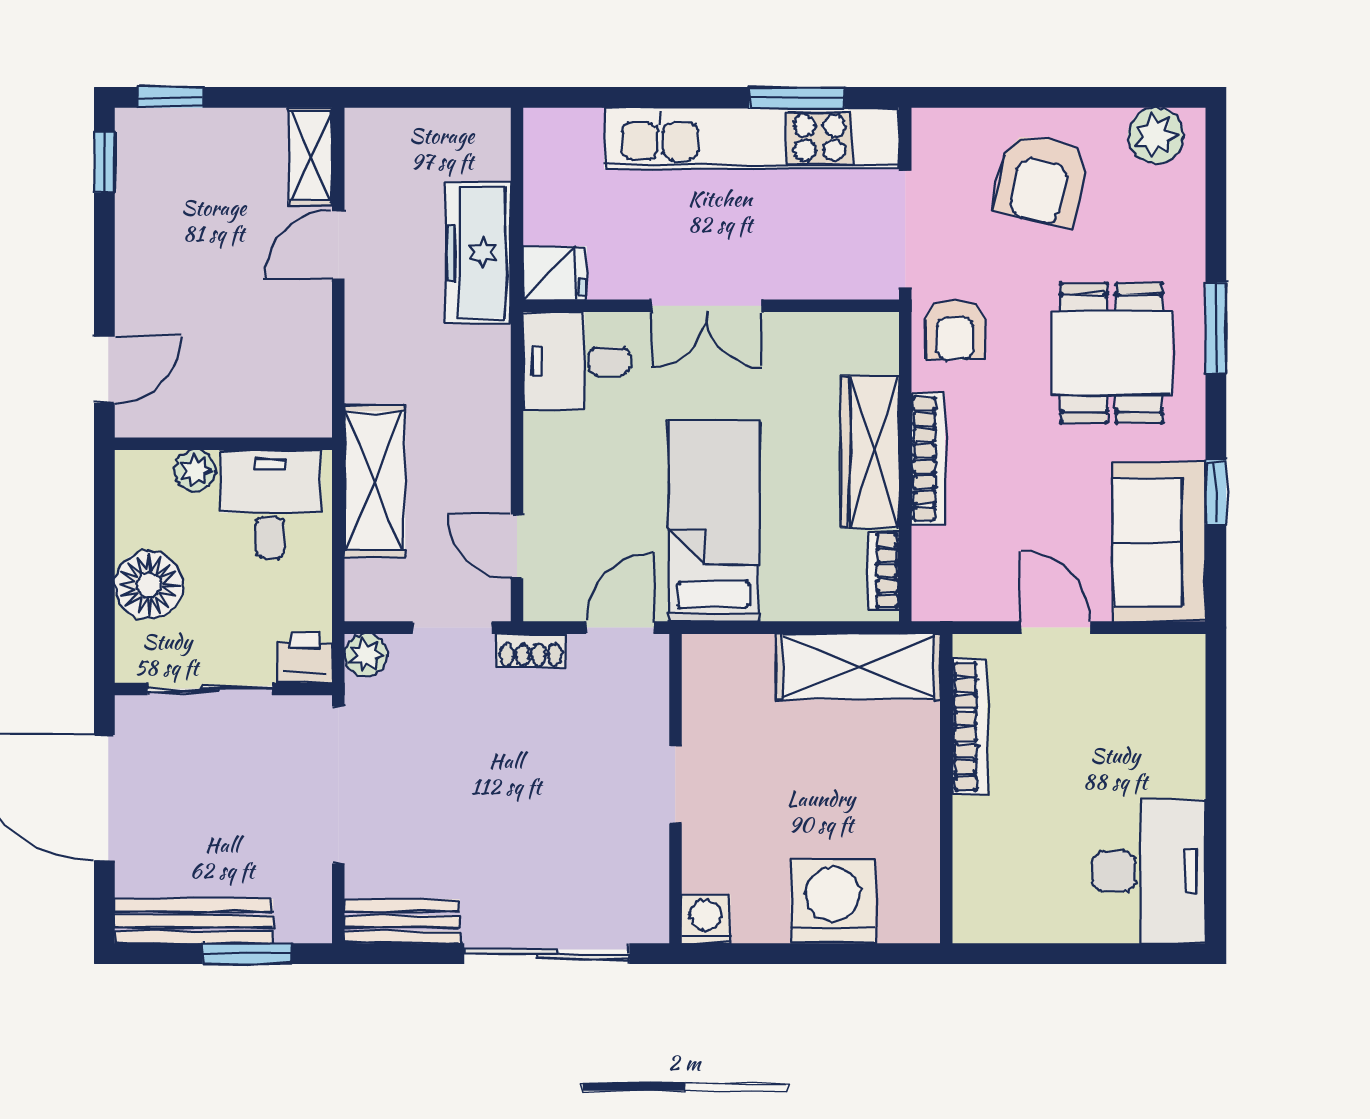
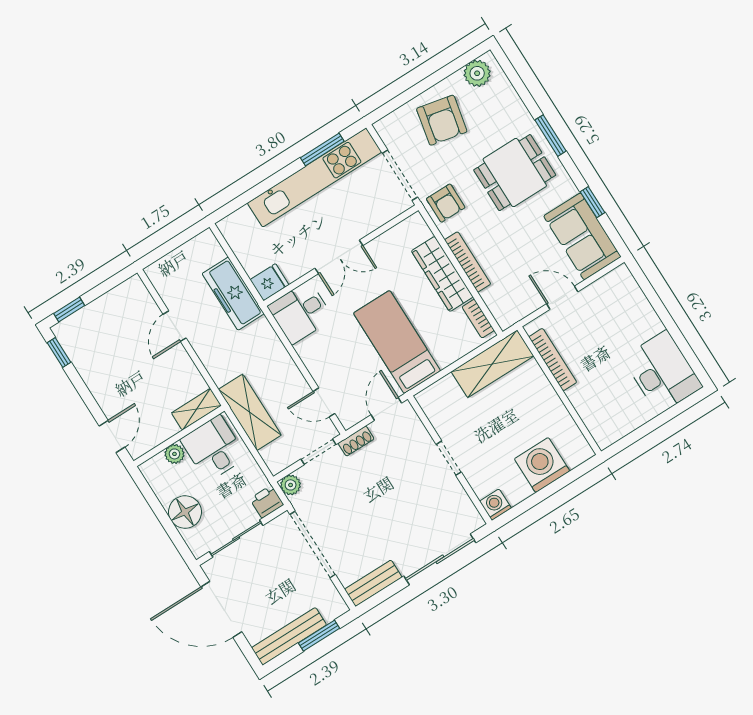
shelving: (310, 156) -> (196, 409), moved, turned 90
dining table: (1111, 353) -> (515, 173), turned 90

